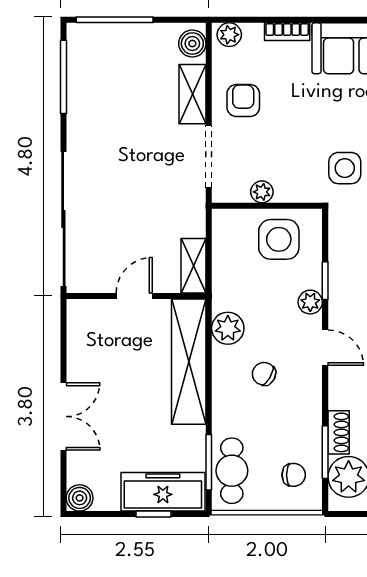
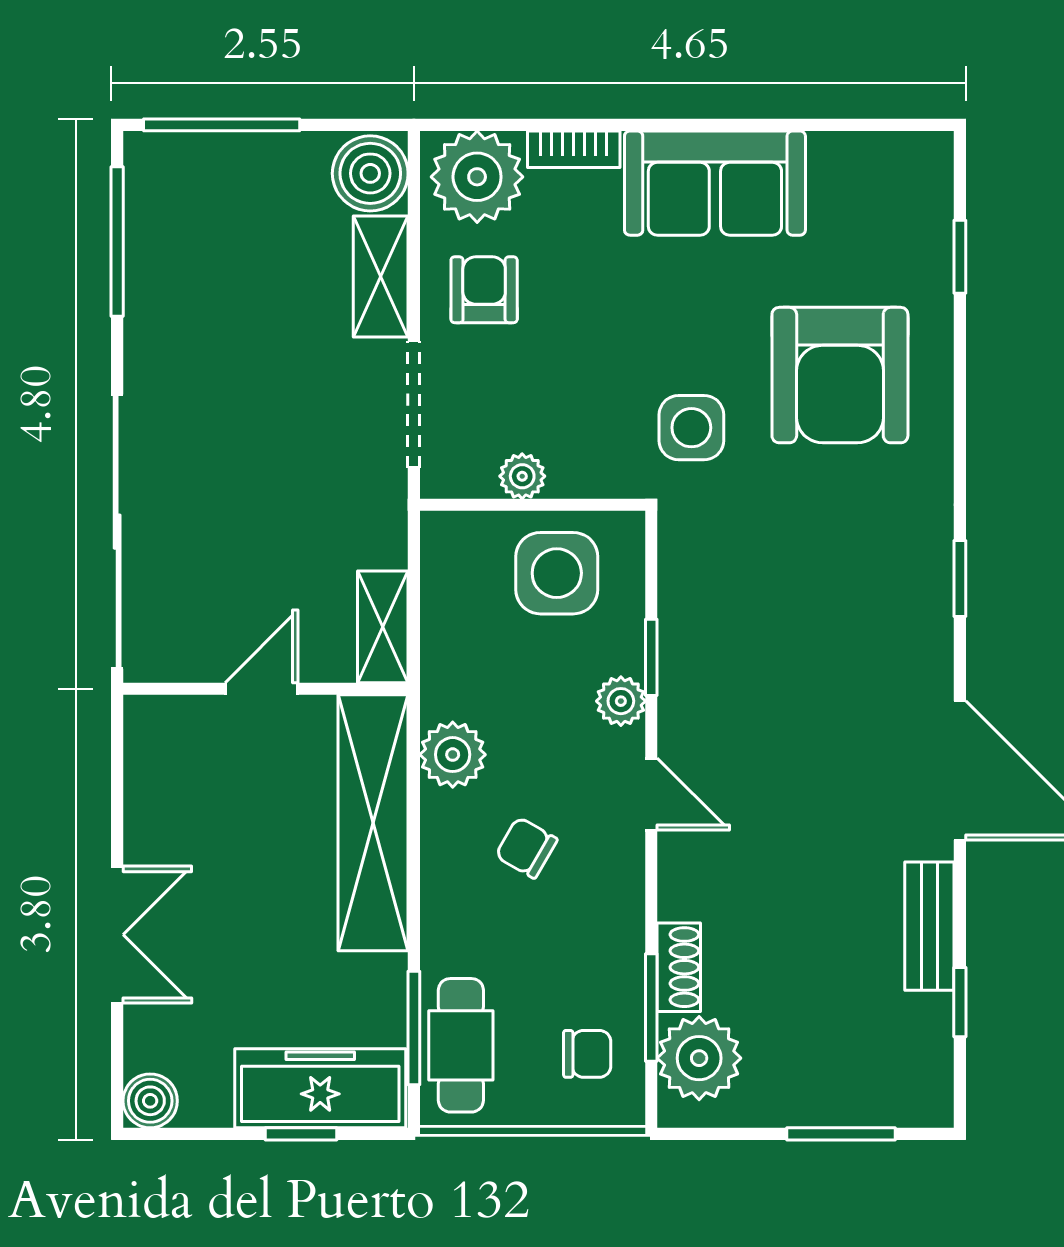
plant: (229, 35) -> (477, 177), width x1.87, depth x1.87
boiler: (192, 44) -> (370, 173), width x1.36, depth x1.36

